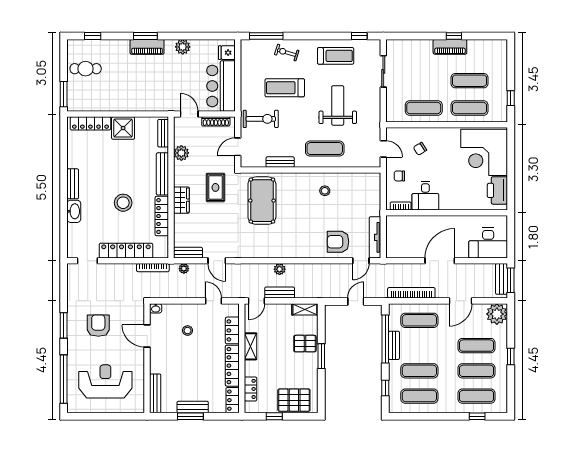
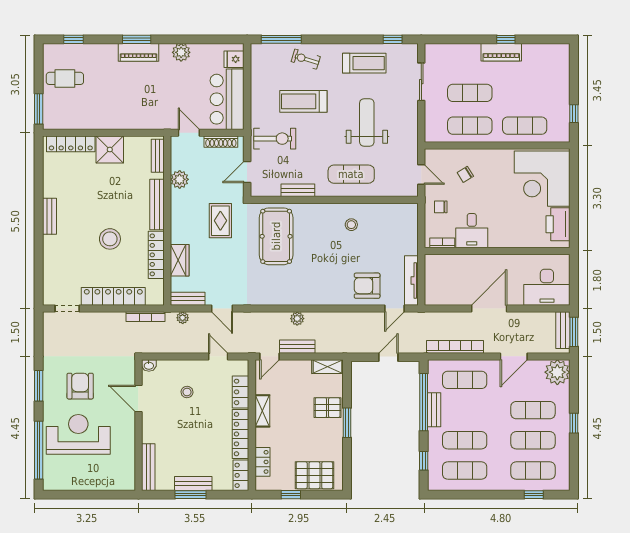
exercise mat: (469, 81) -> (470, 93), moved
wardrobe: (181, 200) -> (180, 260), moved
washbasin: (74, 211) -> (51, 249), removed
reception desk: (105, 381) -> (78, 434), moved

